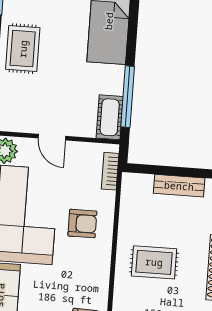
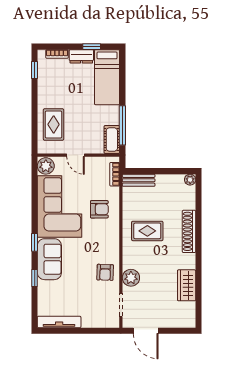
rug: (23, 49) -> (54, 124), moved
bench: (179, 186) -> (139, 180), moved

